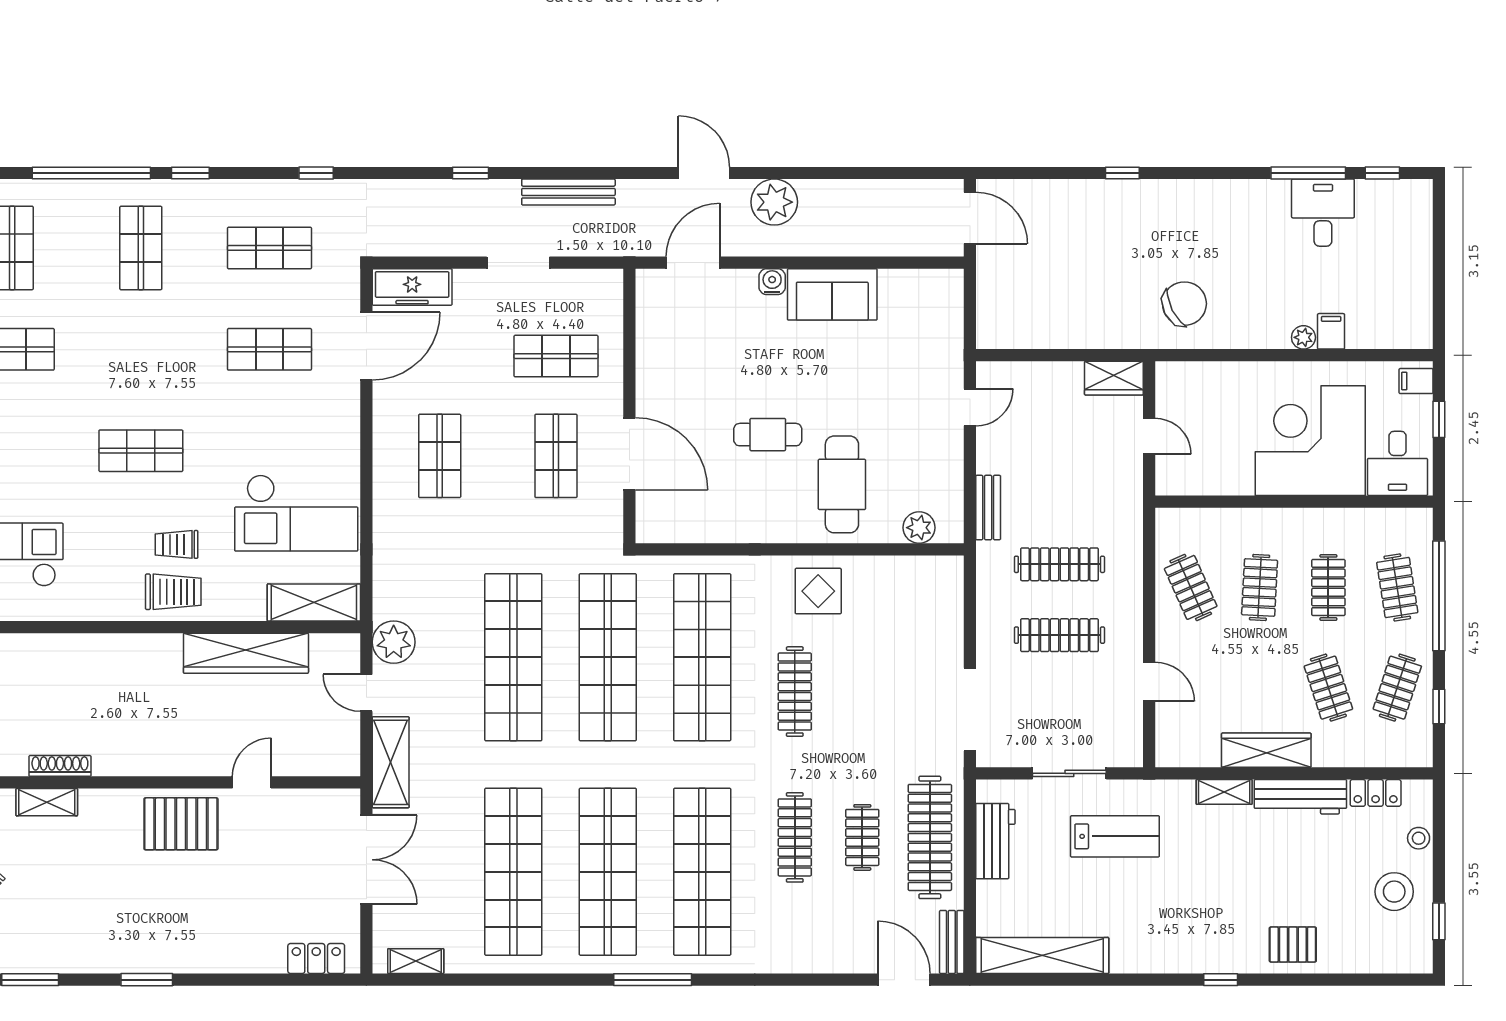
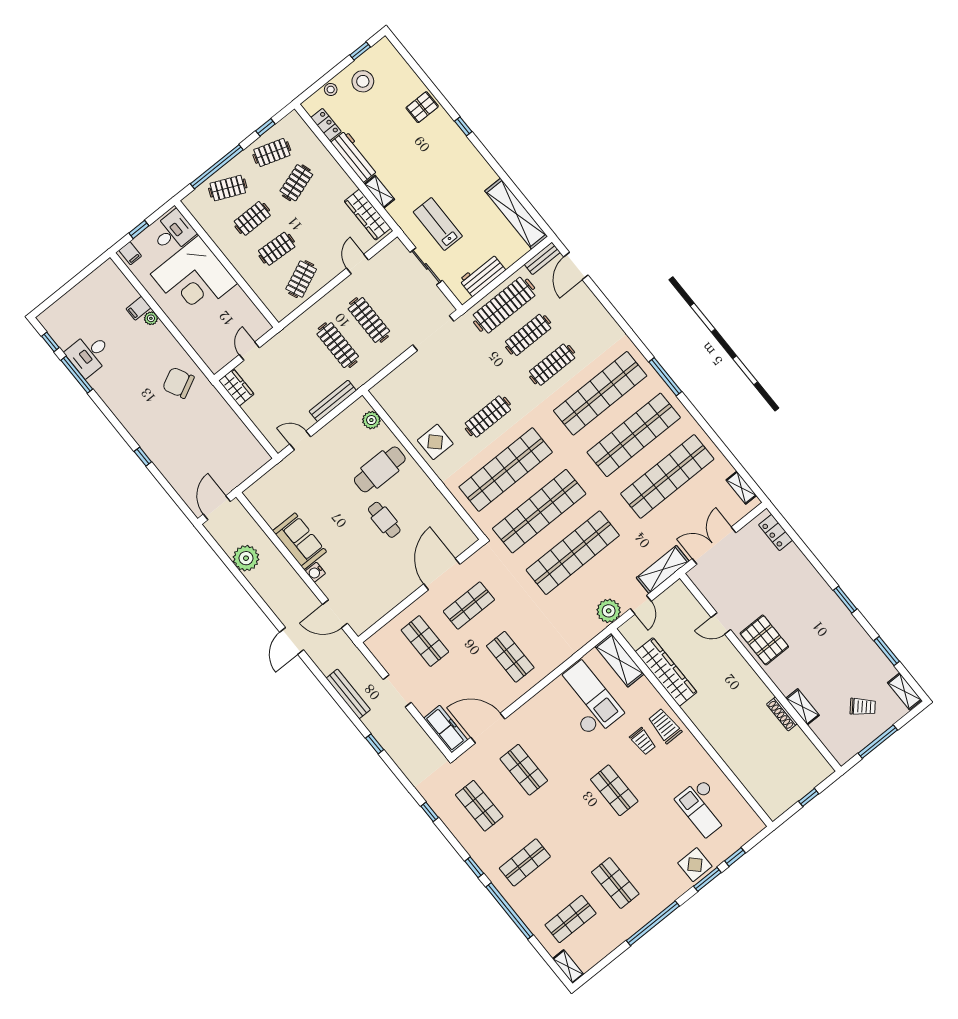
plant: (774, 202) -> (246, 558), moved
shop shelf: (440, 456) -> (510, 657), turned 90
bench: (988, 508) -> (333, 401), width x1.36
clothes rail: (1397, 587) -> (228, 188), turned 33
wardrobe: (1266, 750) -> (368, 215), moved
clothes rail: (862, 837) -> (528, 335), width x1.36
pallet: (1293, 944) -> (422, 107), turned 90

